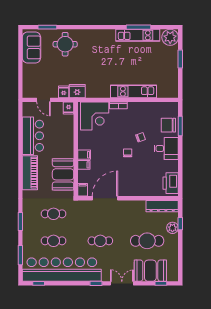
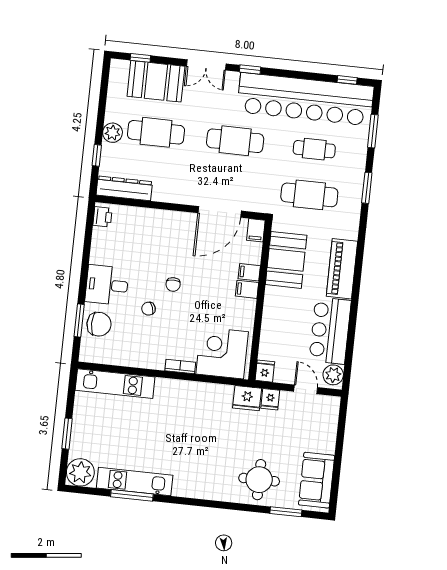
kitchen unit: (133, 91) -> (115, 384), moved
plant: (28, 110) -> (333, 375), added
printer: (171, 183) -> (102, 217), width x0.53, depth x0.68
cafe table: (54, 214) -> (309, 195), width x1.37, depth x1.35
plant: (172, 228) -> (113, 133), moved
cafe table: (100, 241) -> (235, 141), width x1.37, depth x1.35

